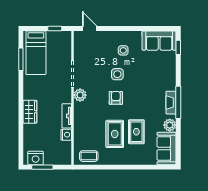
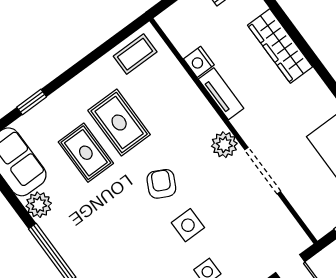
armchair: (116, 98) -> (161, 184), turned -153
fireplace: (171, 103) -> (64, 244), removed
wardrobe: (30, 112) -> (280, 46), width x1.50
window: (143, 167) -> (32, 102), added

